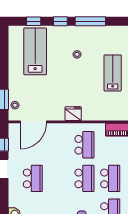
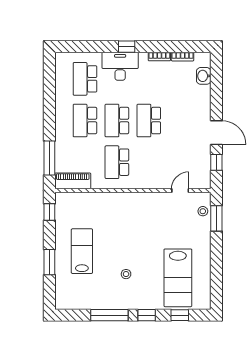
lab bench: (113, 73) -> (82, 251), turned 180
fridge: (73, 114) -> (131, 201), removed
door: (33, 122) -> (180, 191), width x0.53
school desk: (33, 178) -> (149, 121), moved

